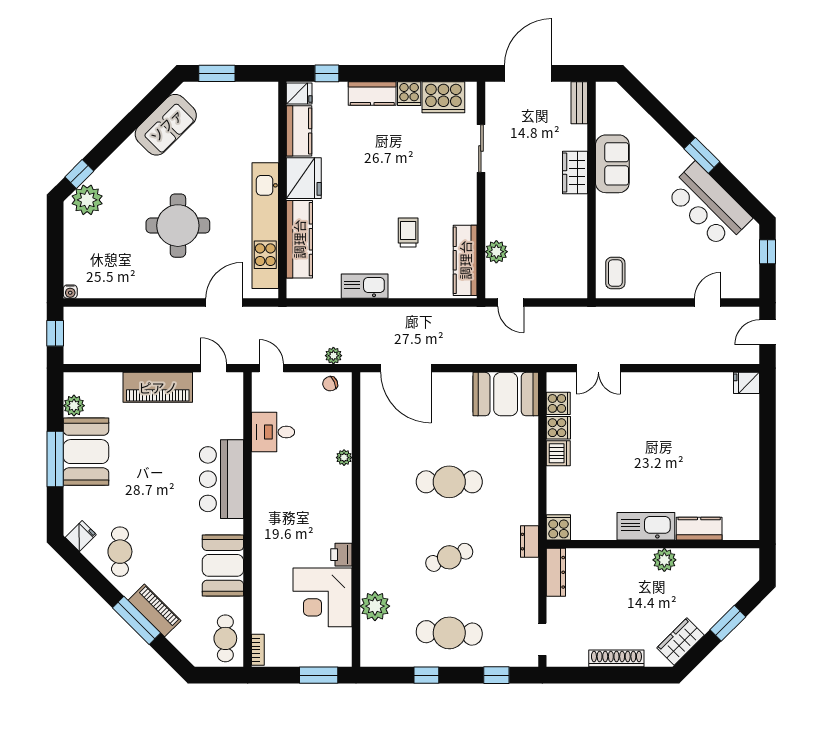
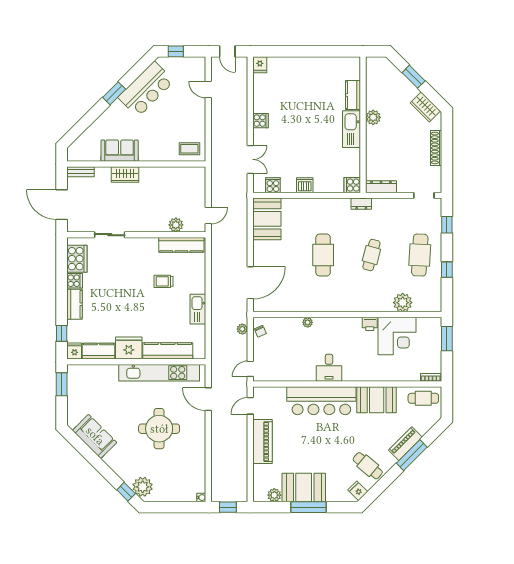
window: (217, 73) -> (62, 384), moved
cooker: (558, 428) -> (261, 121), moved, turned 90
desk: (273, 432) -> (329, 368), moved
bar counter: (222, 479) -> (321, 401), width x1.36
cafe table: (120, 552) -> (368, 466), turned 40
cafe table: (449, 557) -> (371, 255), turned 36

